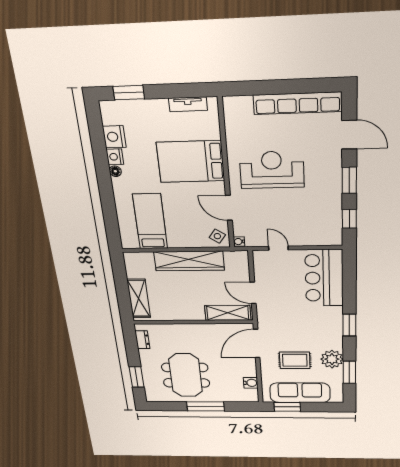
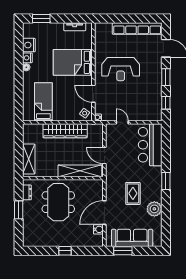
reception desk: (272, 170) -> (121, 69), turned 180
shelving: (228, 313) -> (80, 171), width x1.47
door: (257, 344) -> (104, 213), moved
rug: (295, 360) -> (133, 193), moved, turned 90
window: (349, 372) -> (166, 220), removed
meeting table: (186, 375) -> (58, 202), moved
window: (137, 377) -> (19, 210), moved
window: (206, 406) -> (65, 251), width x0.46

